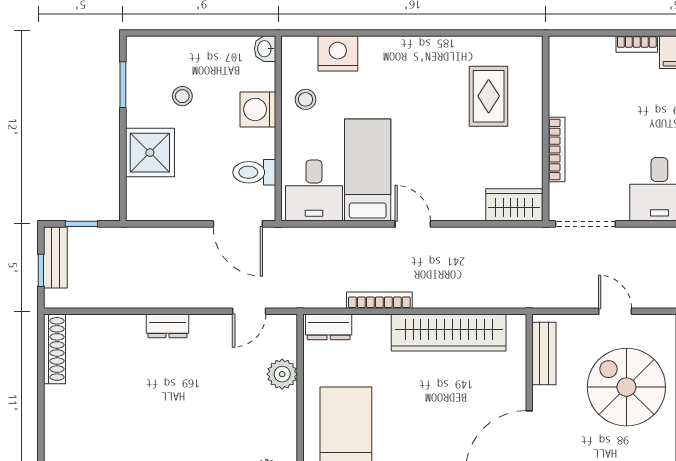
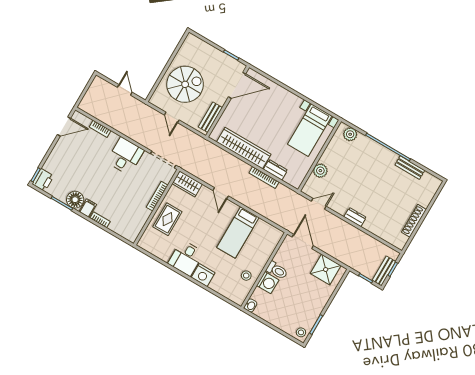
nightstand: (338, 53) -> (203, 275), moved
stool: (182, 96) -> (301, 332), moved
rug: (489, 96) -> (167, 219), moved
shower: (150, 153) -> (326, 270), moved
toilet: (254, 172) -> (277, 270), moved
desk: (314, 191) -> (186, 258), moved, turned 180
door: (413, 224) -> (221, 193), moved
dresser: (329, 327) -> (275, 170), moved
shoe rack: (54, 349) -> (414, 221), moved
spiral stairs: (626, 387) -> (185, 84), turned -90

